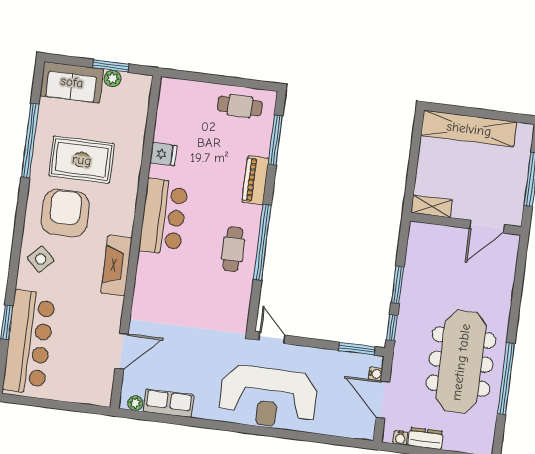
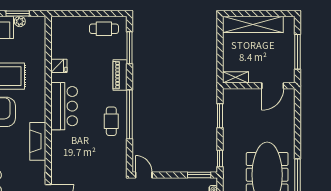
window: (398, 285) -> (220, 116), moved

